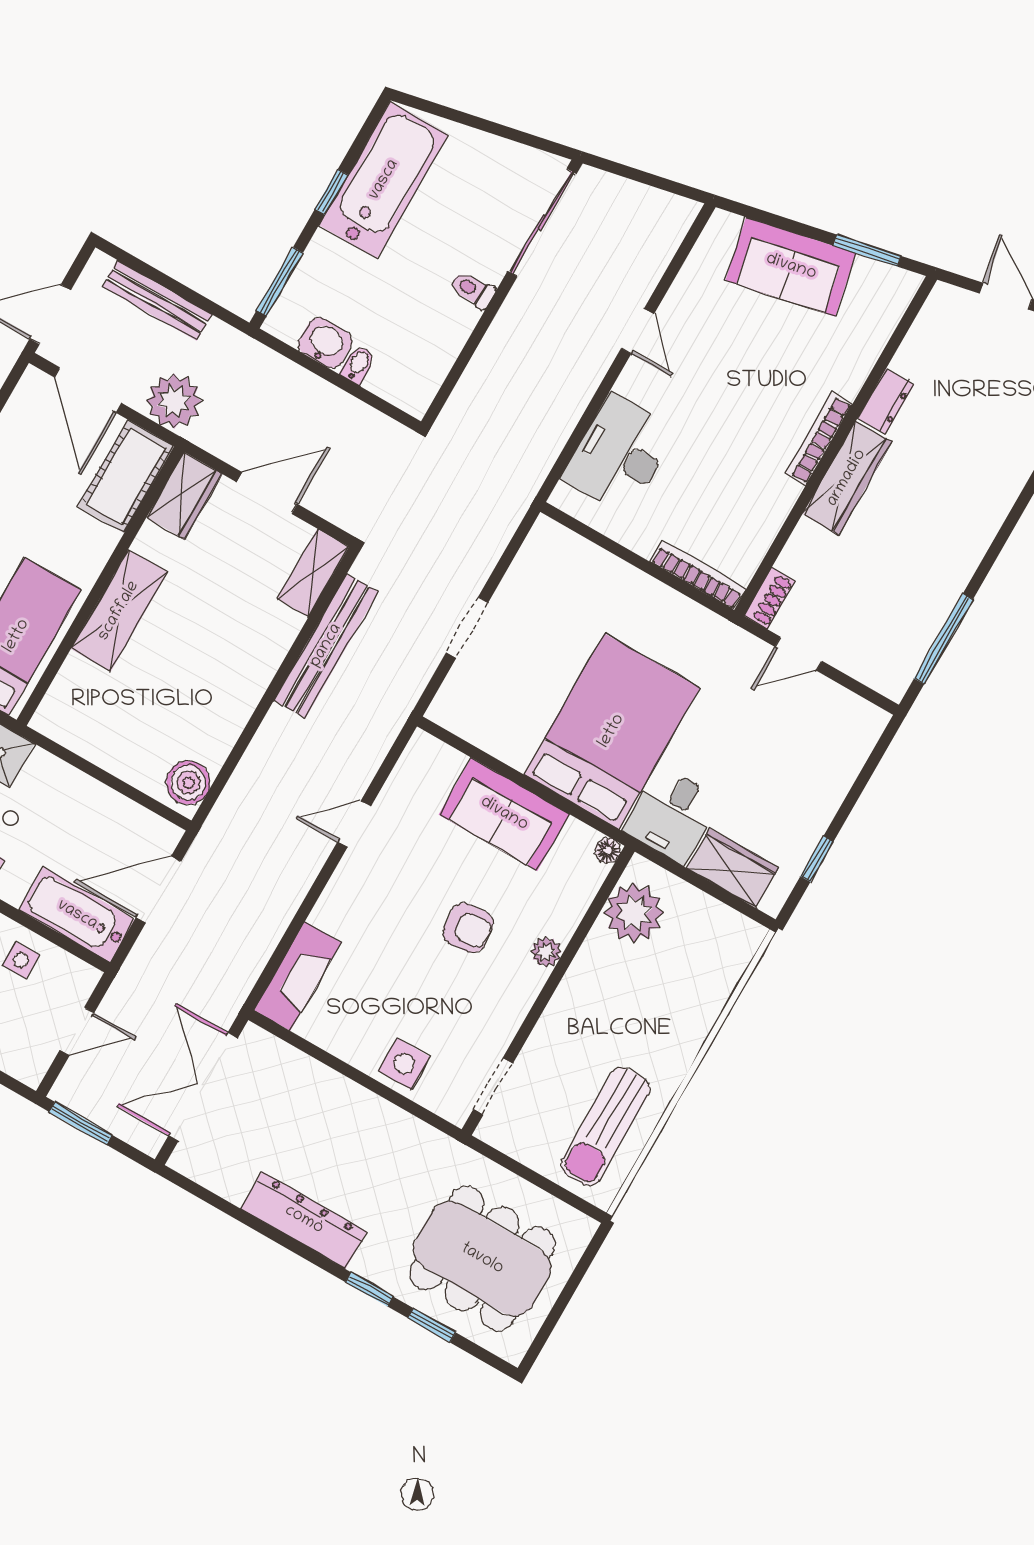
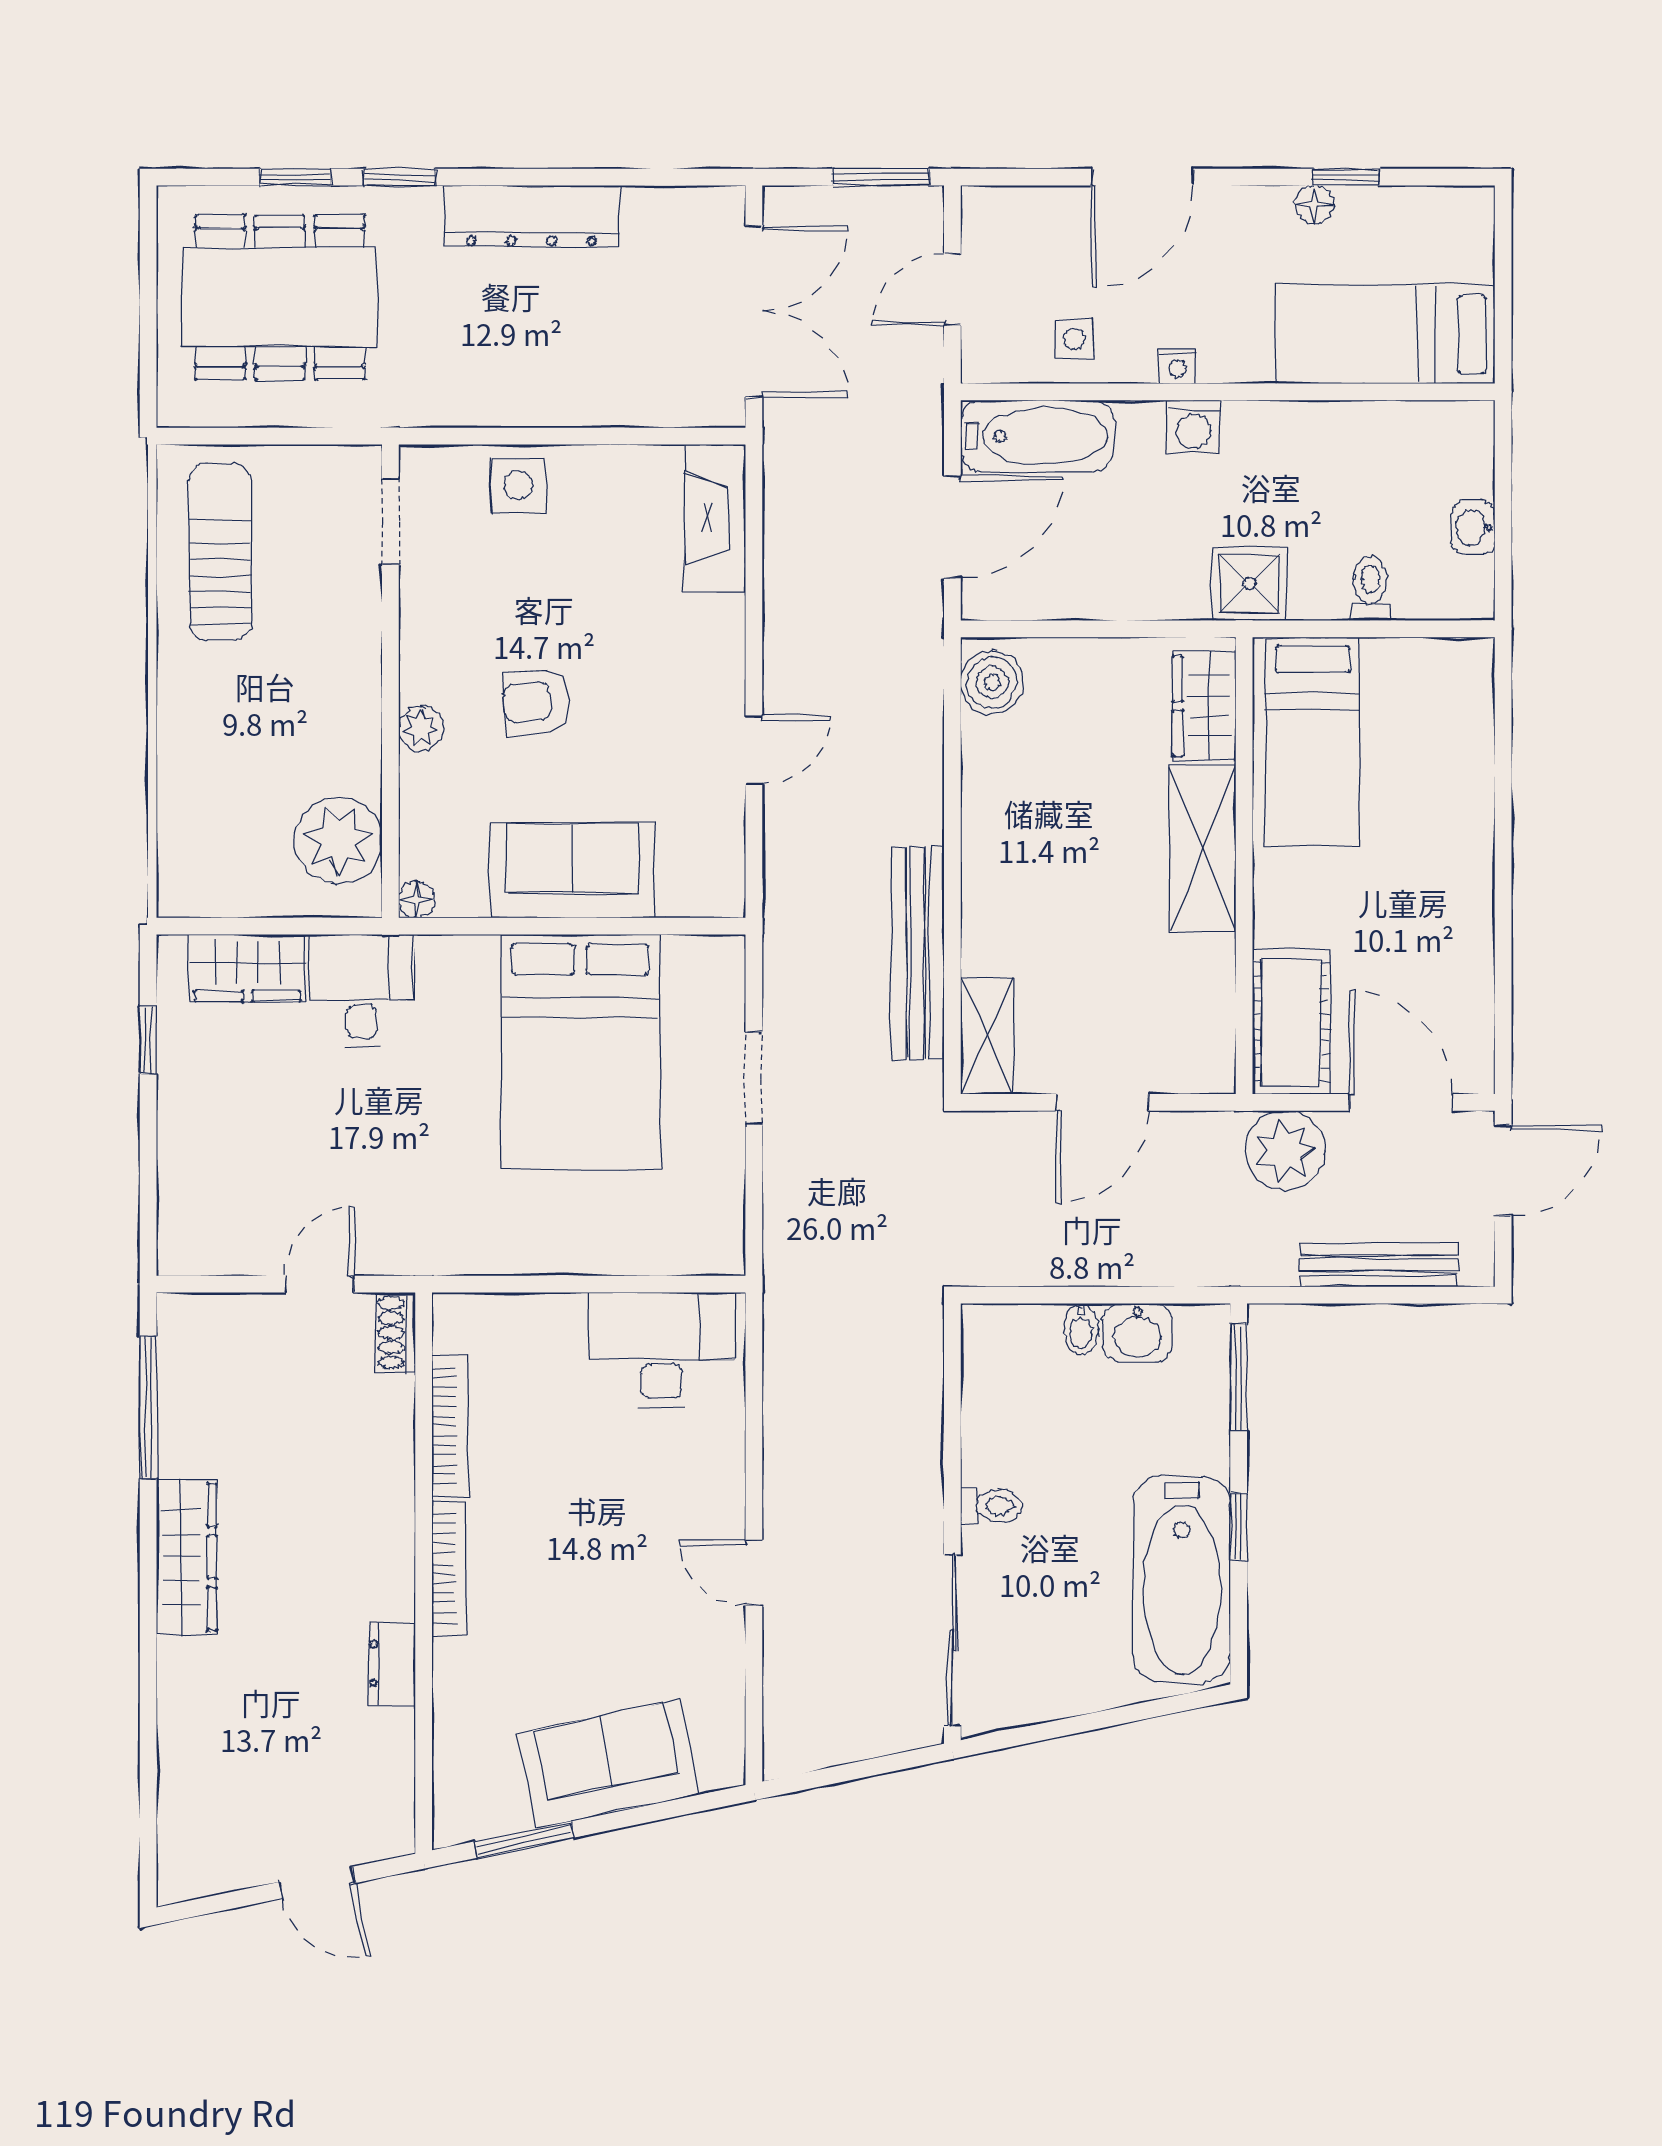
desk: (619, 454) -> (661, 1350), moved, turned -90
wardrobe: (847, 478) -> (187, 1557), moved, turned 180
wardrobe: (184, 496) -> (1204, 706), moved
bookcase: (698, 575) -> (450, 1426), moved, turned -90
bed: (612, 731) -> (580, 1052), moved

